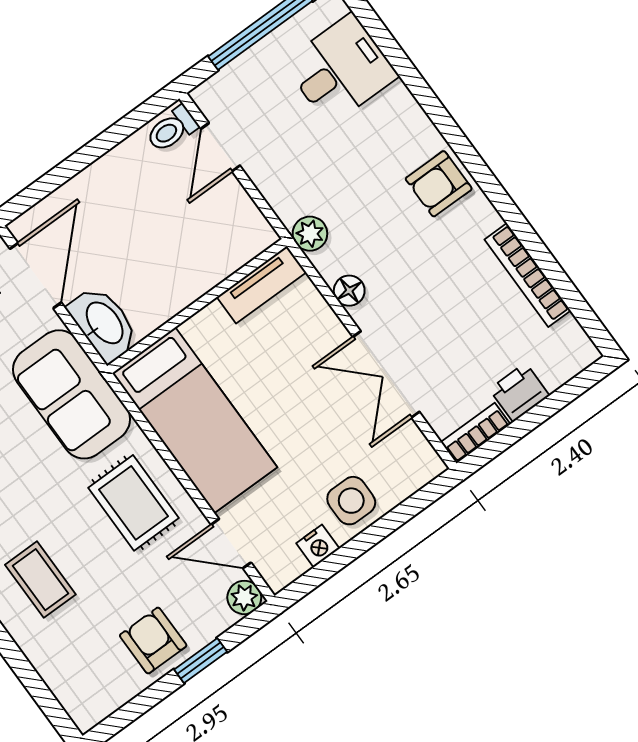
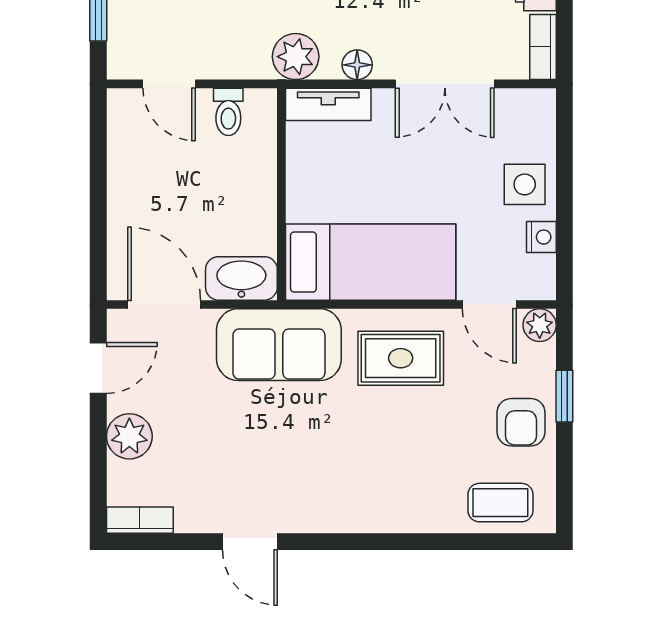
toilet: (172, 129) -> (228, 112), moved
plant: (310, 234) -> (296, 57), width x1.38, depth x1.38
tv unit: (262, 285) -> (328, 104), moved, turned 90
door: (231, 544) -> (489, 304), hinge flipped
coffee table: (40, 580) -> (500, 503), moved
armchair: (153, 641) -> (521, 422), turned -90

